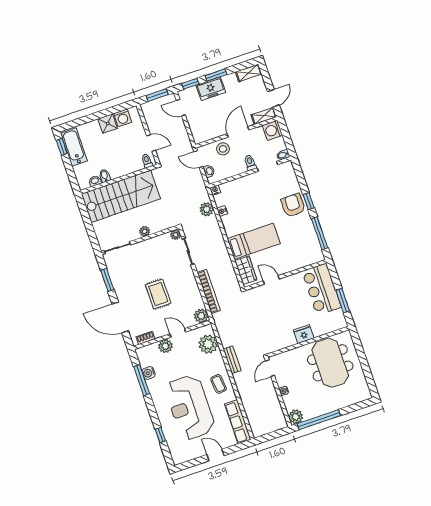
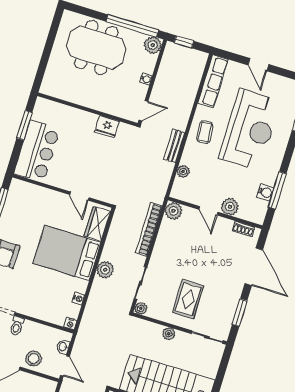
plant: (207, 209) -> (105, 270), moved
bed: (254, 241) -> (67, 253), width x1.50
rug: (158, 294) -> (188, 299), moved
fridge: (304, 334) -> (107, 127), moved
plant: (208, 344) -> (183, 171), width x0.53, depth x0.53
meeting table: (330, 363) -> (96, 48), moved, turned 90
window: (276, 434) -> (184, 42), added

